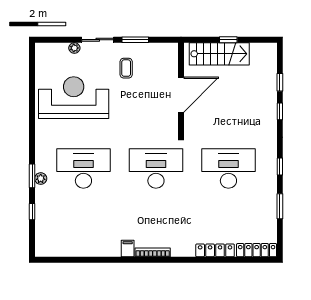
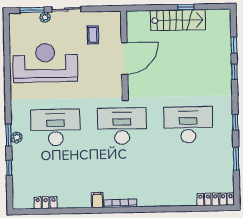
window: (135, 40) -> (32, 10), moved
wall: (181, 88) -> (124, 53), moved
door: (181, 95) -> (124, 58), moved
locker: (215, 250) -> (46, 203), moved, width x0.66

